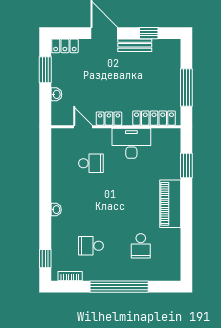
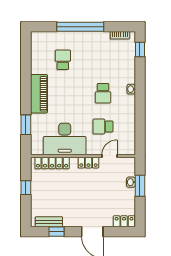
bench: (135, 45) -> (49, 222), moved
window: (45, 70) -> (140, 186), moved
window: (186, 88) -> (26, 188), width x0.46
door: (83, 127) -> (110, 156), swing flipped
desk: (131, 143) -> (65, 139), width x1.36, depth x1.30
school desk: (91, 246) -> (103, 93), moved, turned 90

